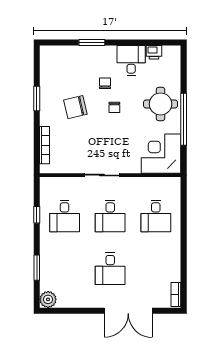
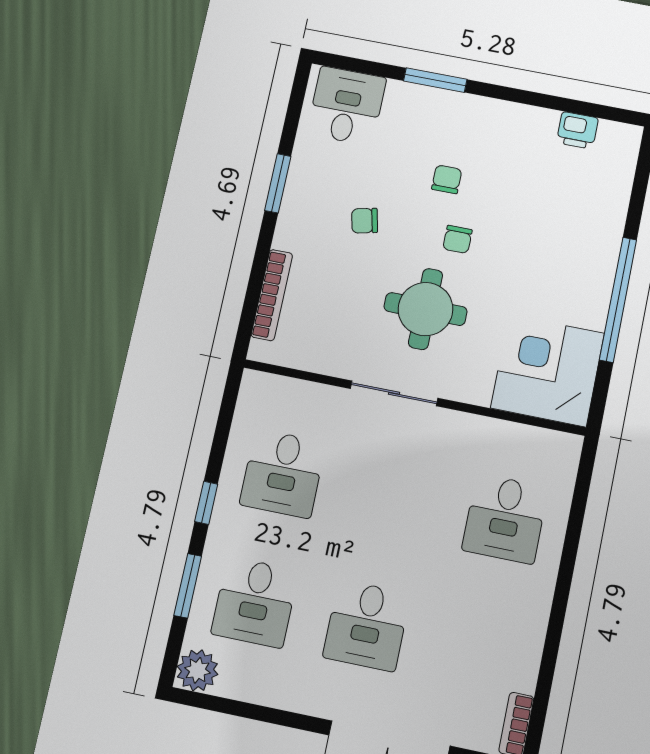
desk: (131, 60) -> (346, 106), moved
round table: (161, 104) -> (425, 309), moved
chair: (75, 107) -> (365, 221), width x0.54, depth x0.54
window: (37, 215) -> (206, 503), moved
desk: (110, 216) -> (255, 602), moved

